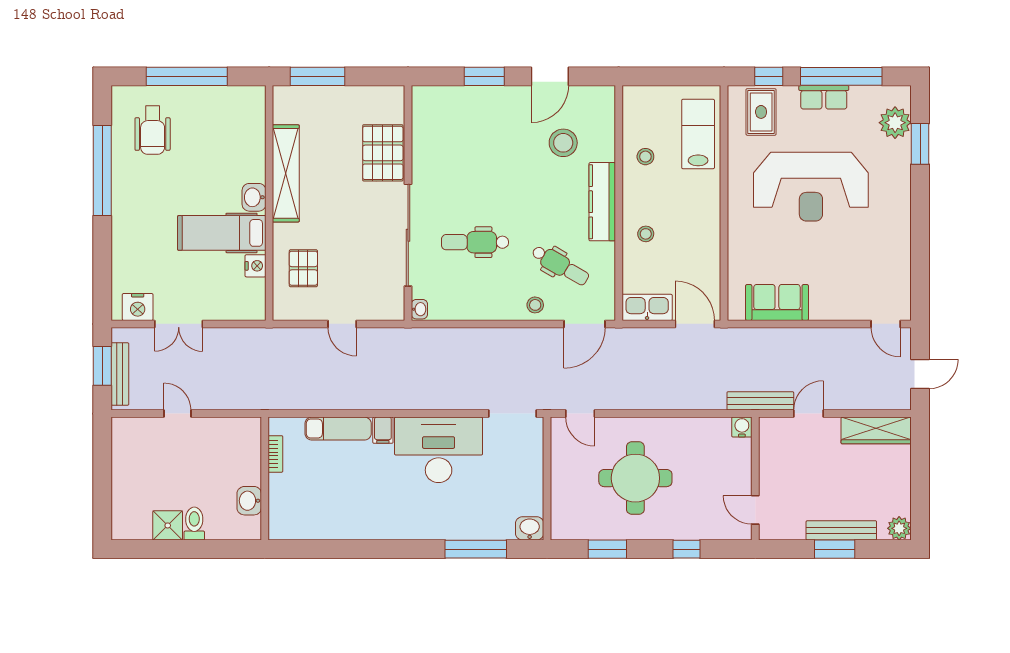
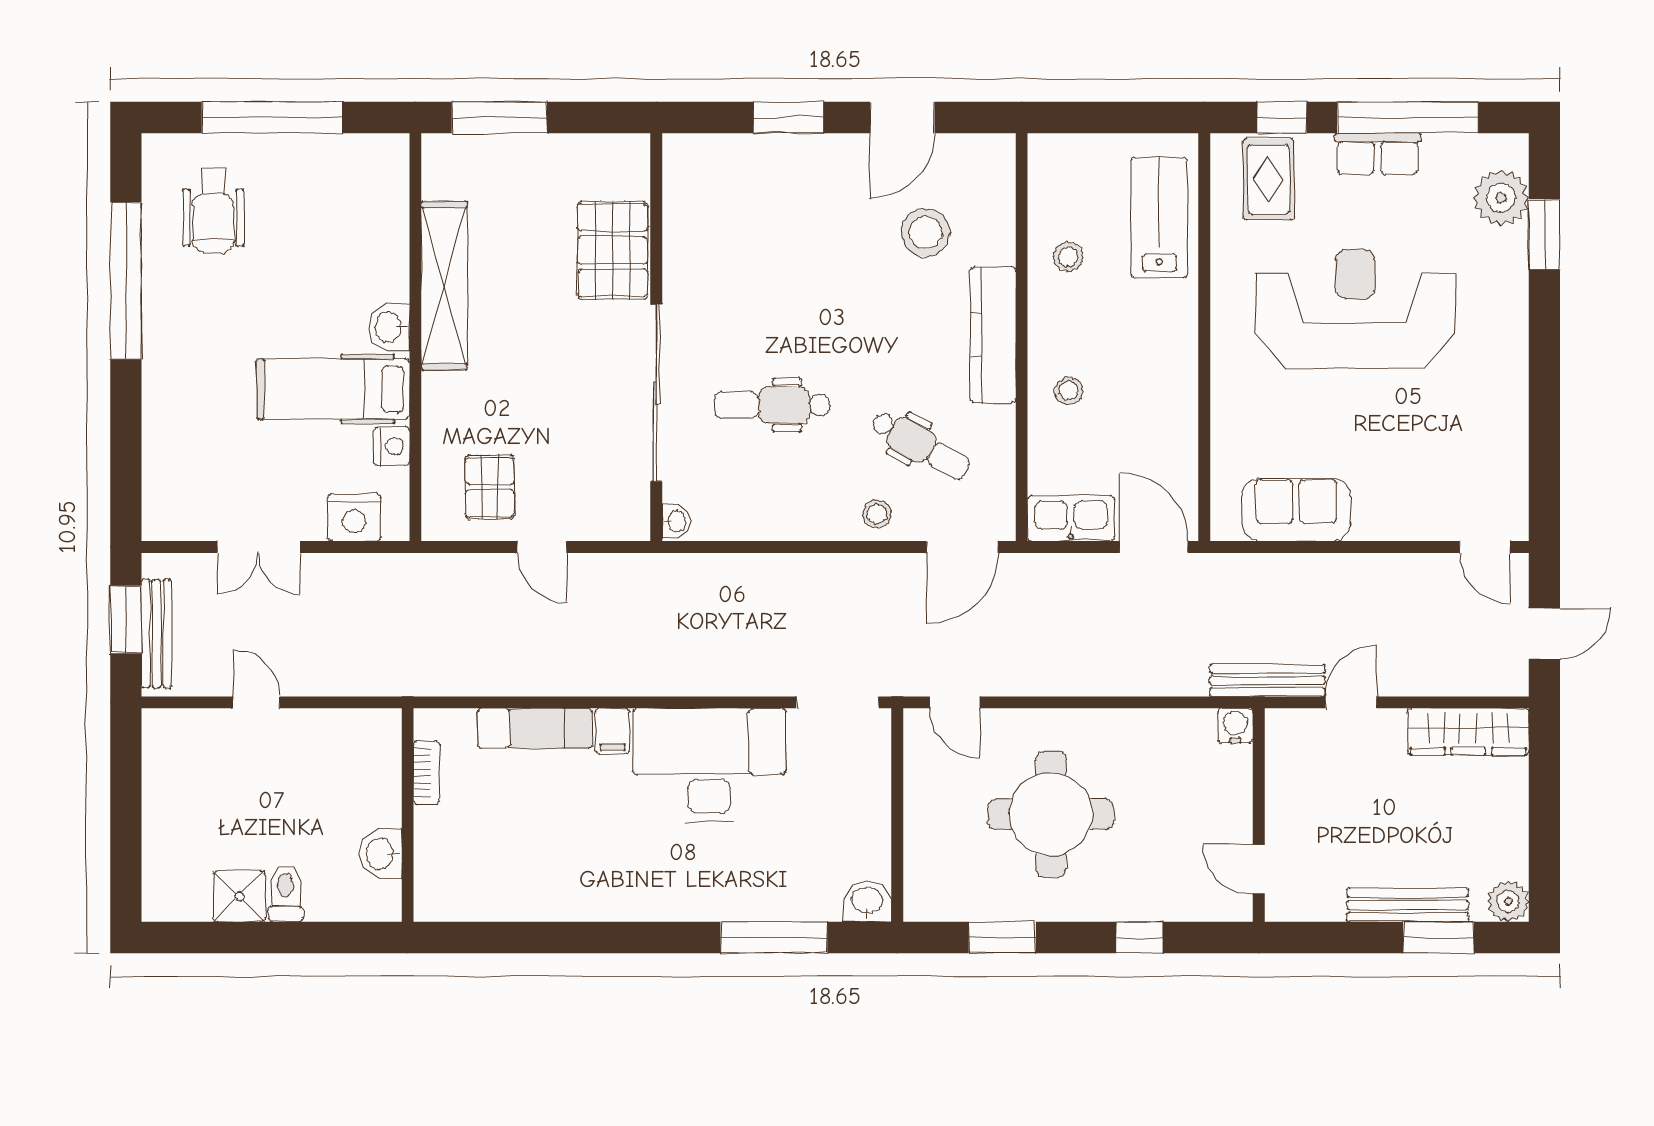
reception desk: (811, 187) -> (1355, 309), turned 180
pallet: (303, 268) -> (490, 487), moved
nightstand: (138, 307) -> (354, 517), moved
window: (835, 549) -> (1439, 938), moved

